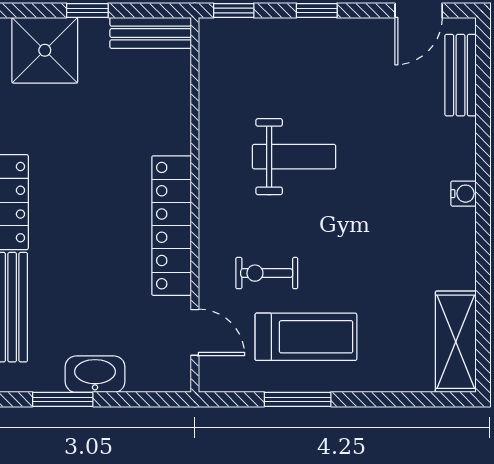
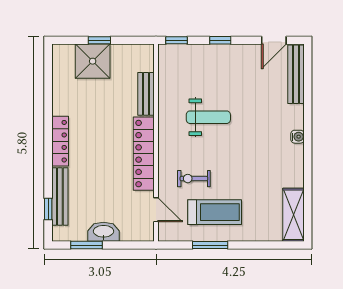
bench: (151, 33) -> (146, 94), moved, turned 90
shower: (45, 50) -> (93, 61), moved
bench: (460, 75) -> (296, 74), width x1.36

